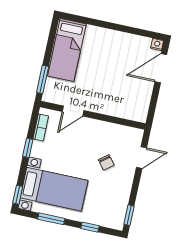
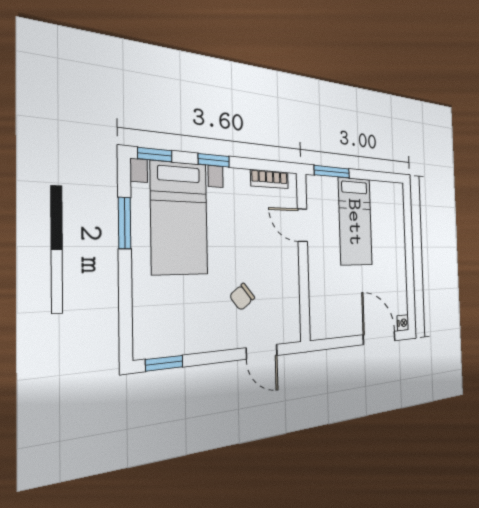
bed: (67, 50) -> (355, 222), moved, turned -90
window: (28, 148) -> (214, 160), moved
window: (90, 227) -> (125, 299), removed

